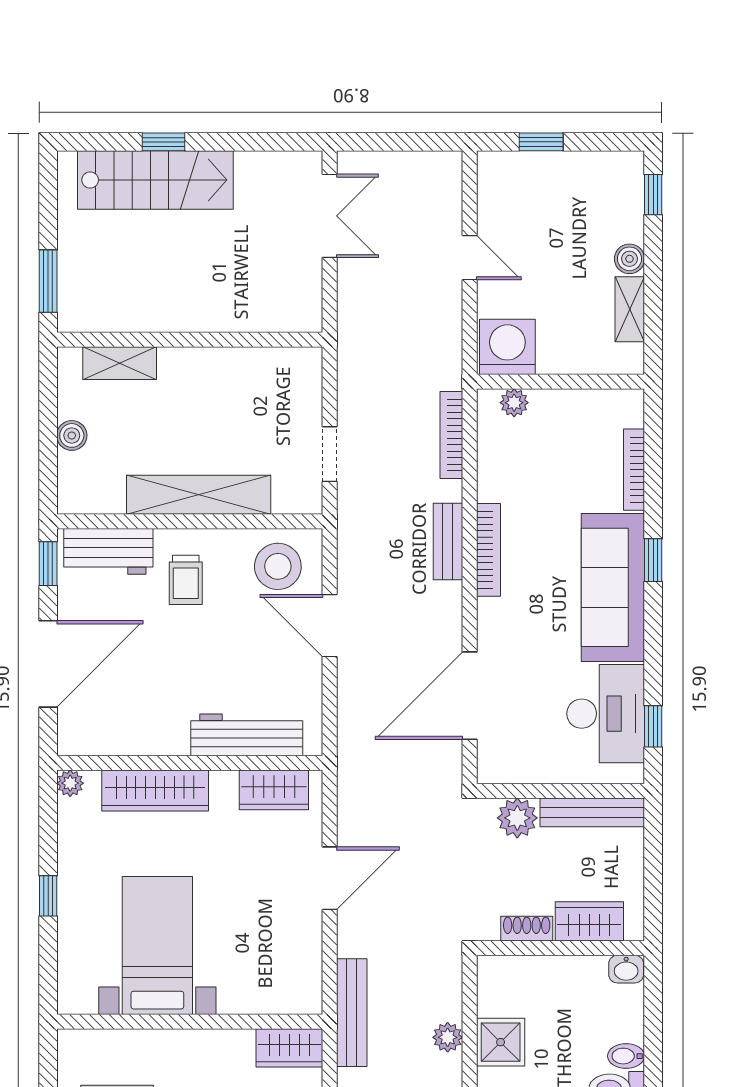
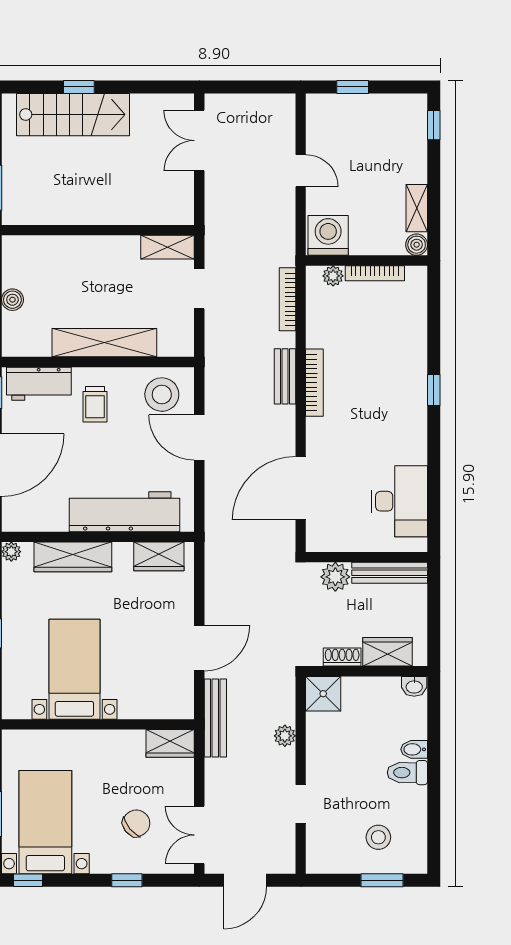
double door: (330, 216) -> (199, 141), swing flipped
boiler: (629, 259) -> (417, 245), moved
shelving: (120, 363) -> (168, 247), moved
doorway: (330, 454) -> (199, 289), moved
bookcase: (634, 470) -> (375, 273), moved, turned -90
sofa: (613, 587) -> (405, 410), removed
window: (653, 726) -> (434, 510), removed
workbench: (247, 735) -> (125, 512), width x1.36, depth x1.32
door: (330, 878) -> (199, 648), moved
shower: (501, 1042) -> (323, 694), moved

